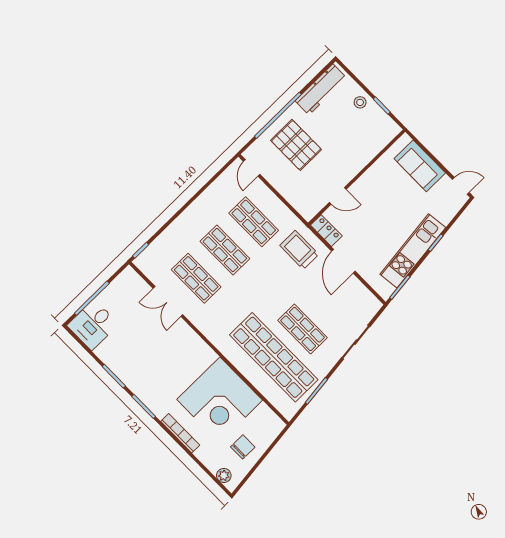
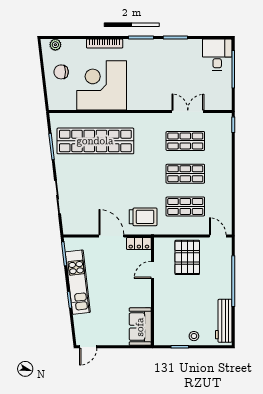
pallet: (296, 145) -> (187, 257), moved, turned 90
sofa: (420, 166) -> (140, 327), moved, turned -90
shop shelf: (303, 329) -> (95, 174), removed
chair: (243, 447) -> (61, 72), turned 90

